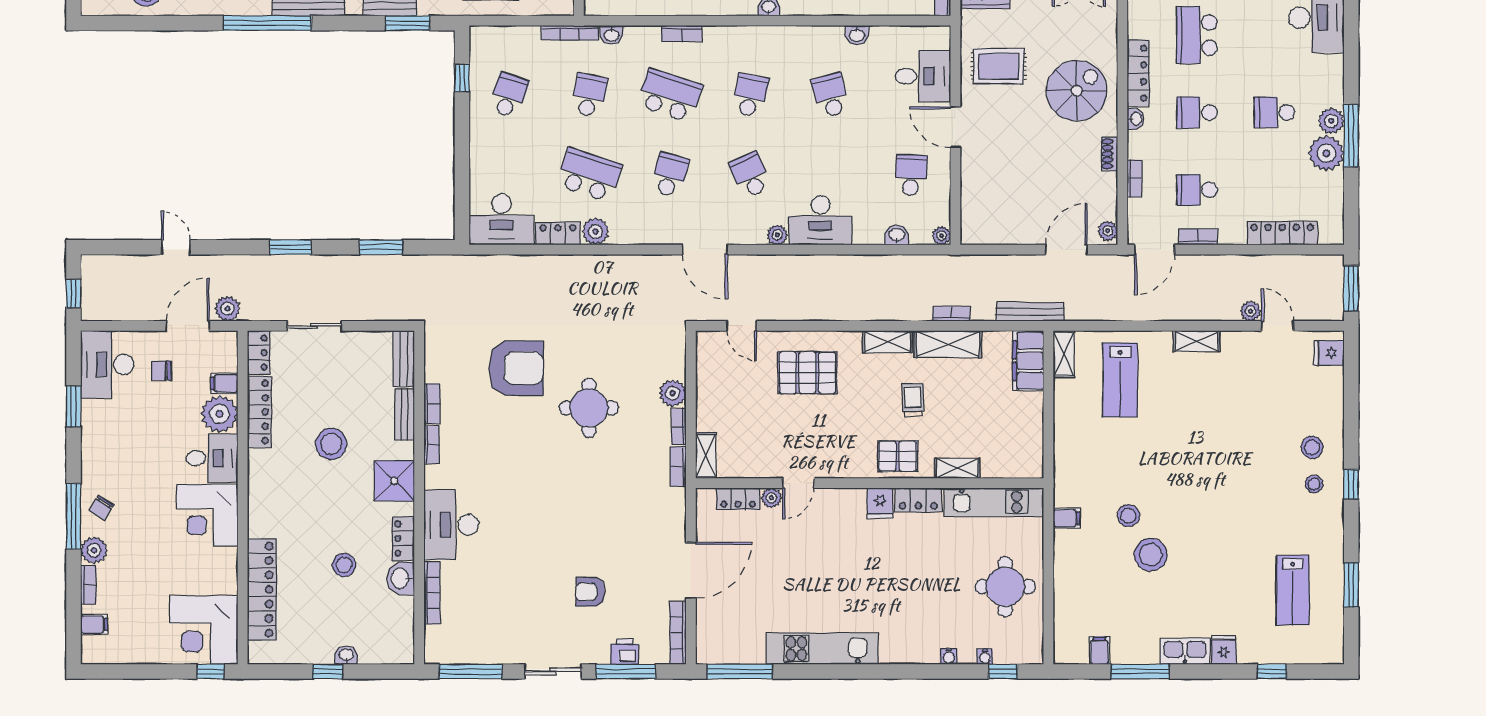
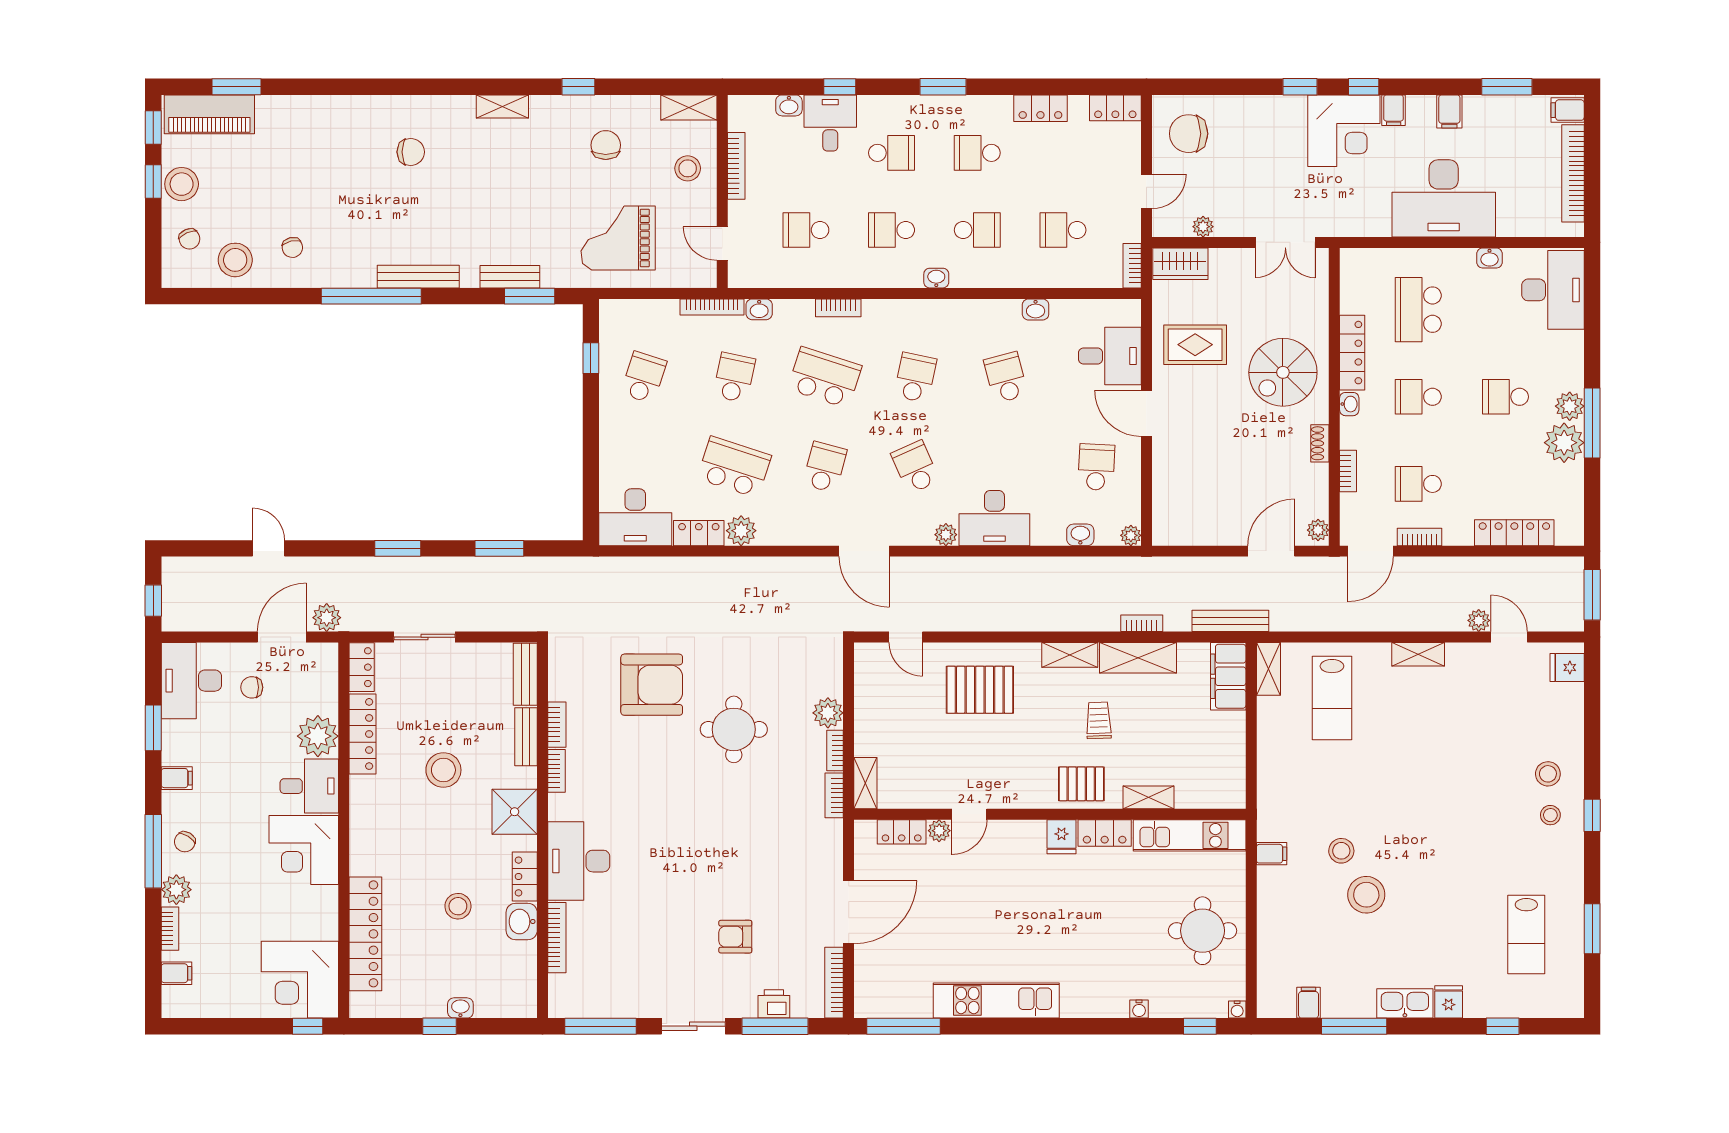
spiral stairs: (1077, 91) -> (1283, 372), turned 180
filing cabinet: (224, 383) -> (177, 778), moved, turned 180
water cooler: (985, 657) -> (1237, 1010), moved

